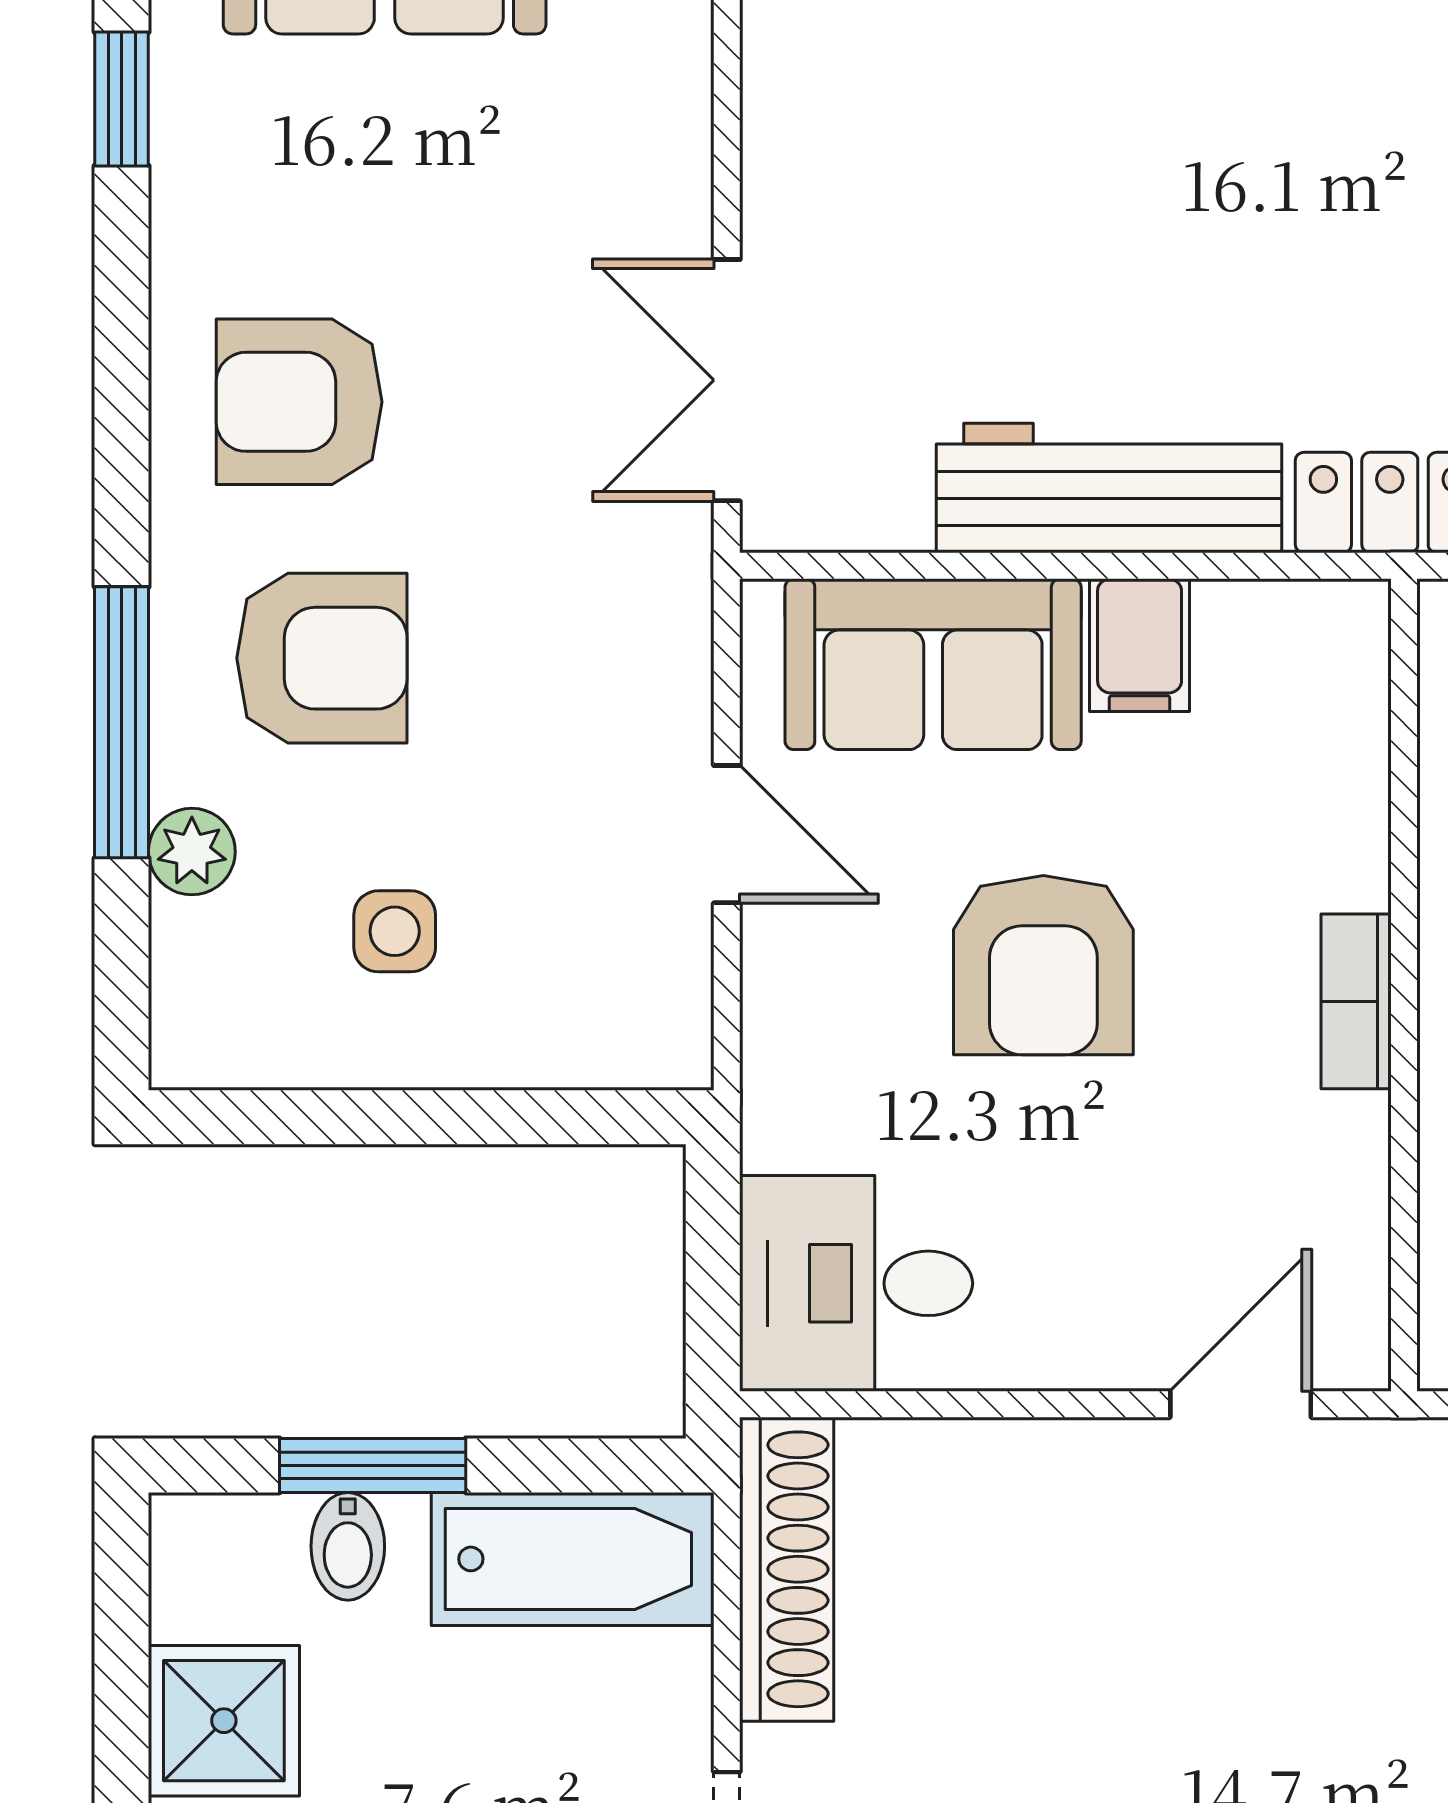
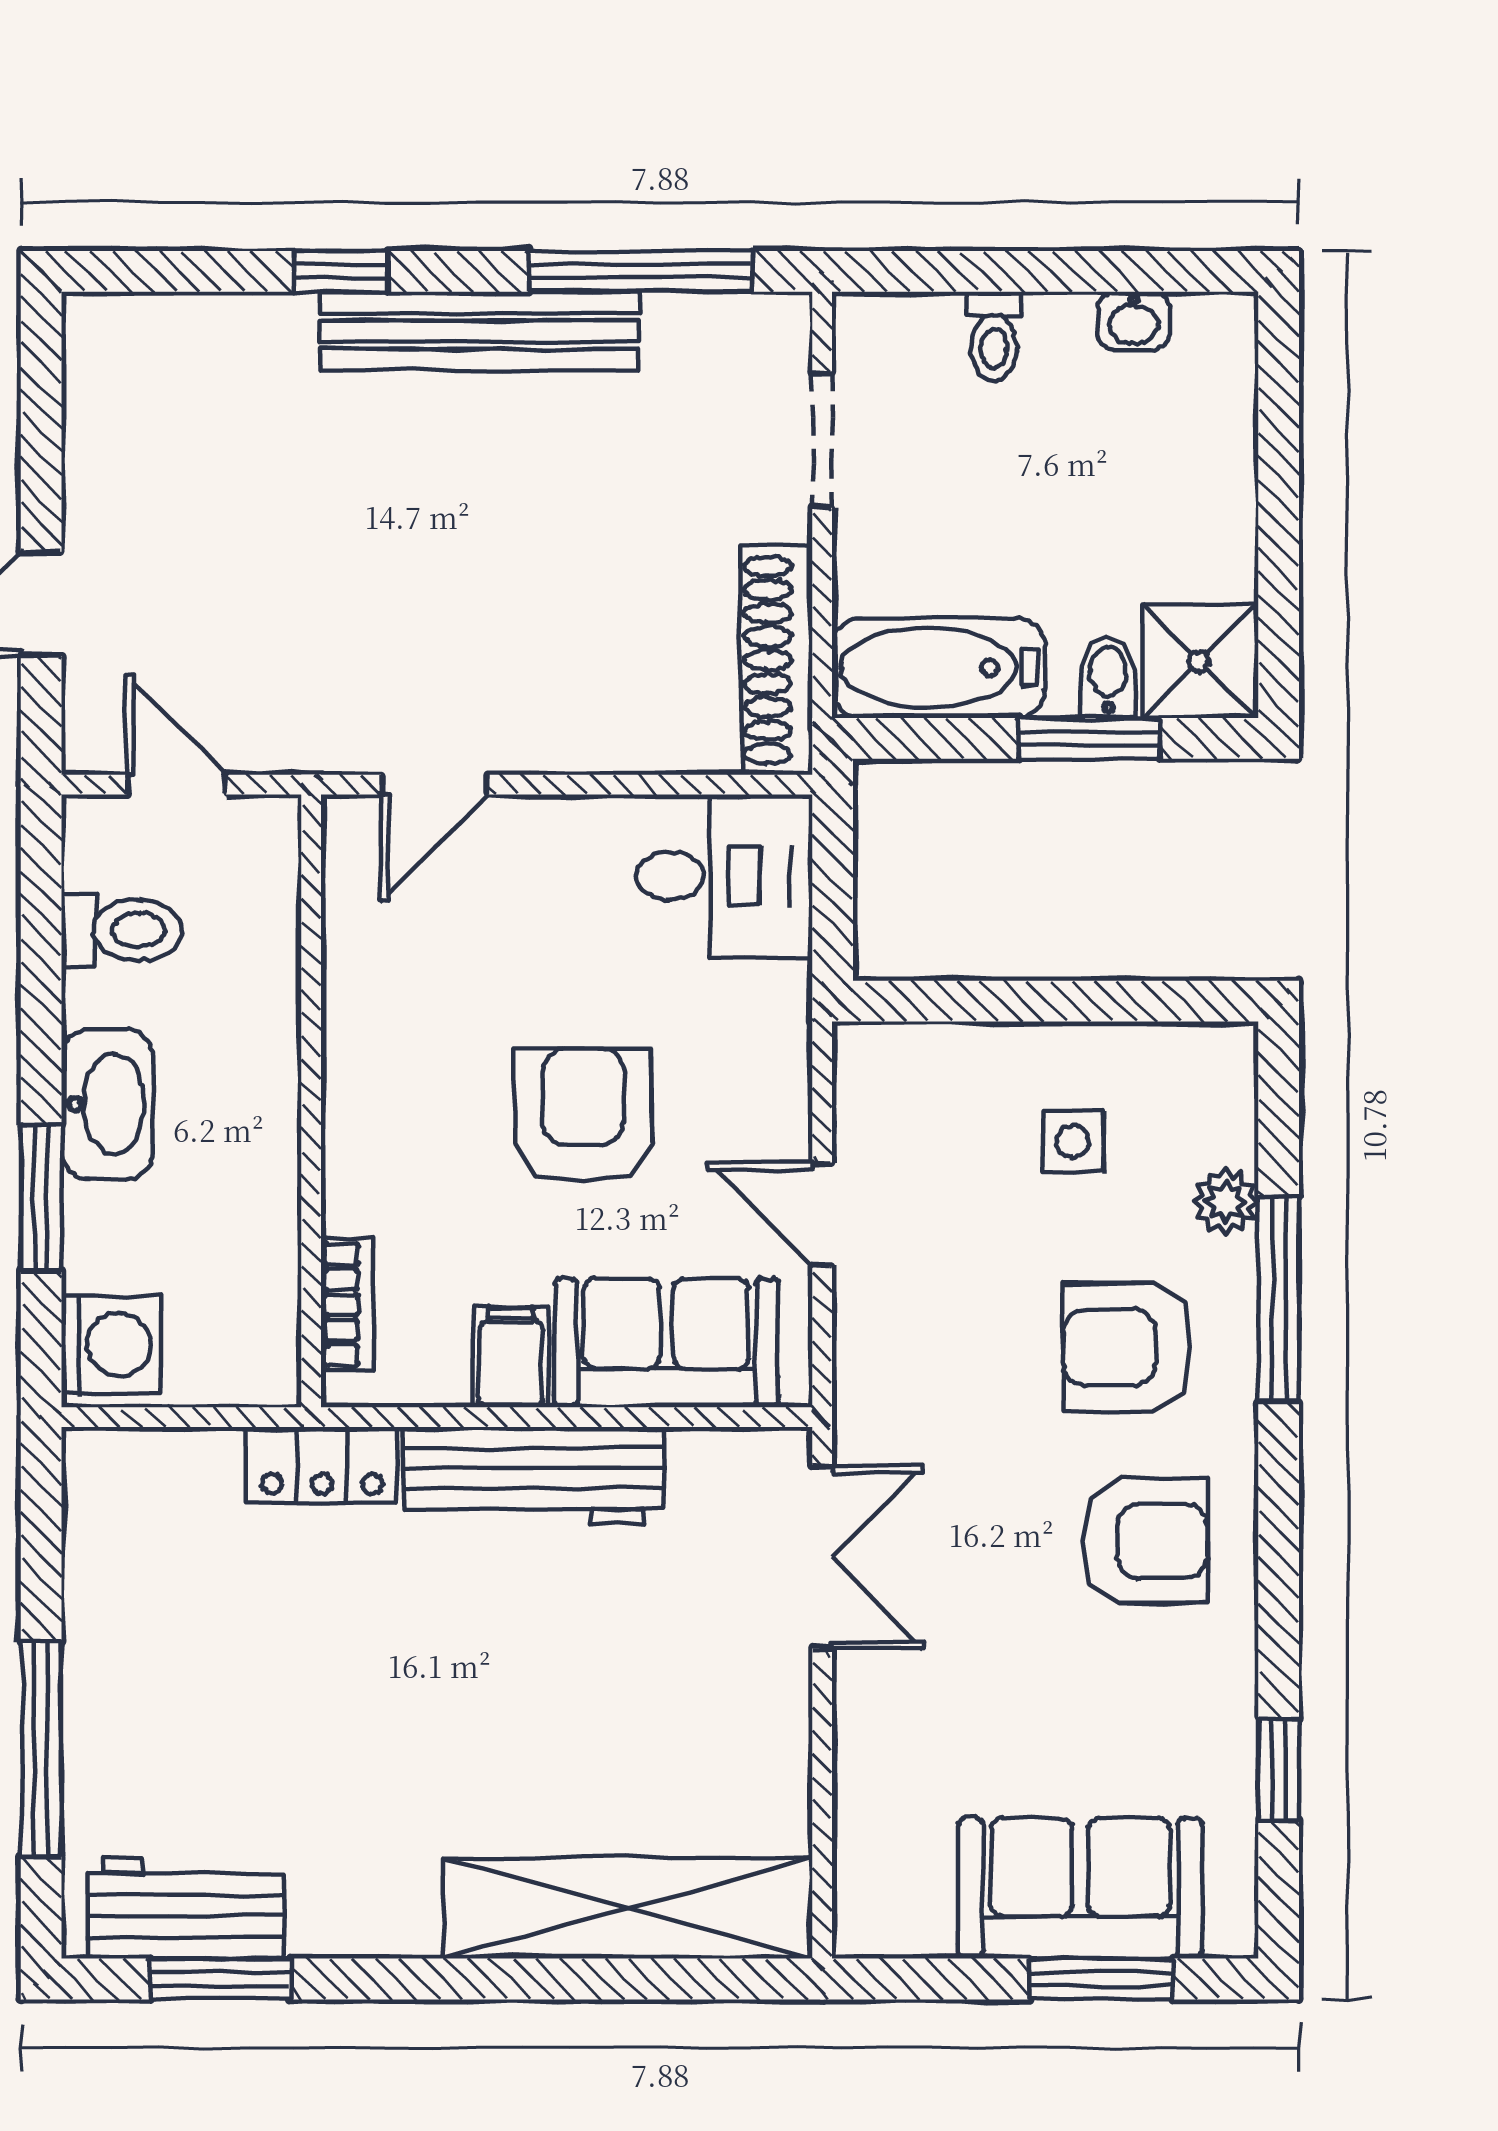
bookcase: (1356, 1001) -> (347, 1305), moved
shower: (224, 1721) -> (1199, 661), moved

